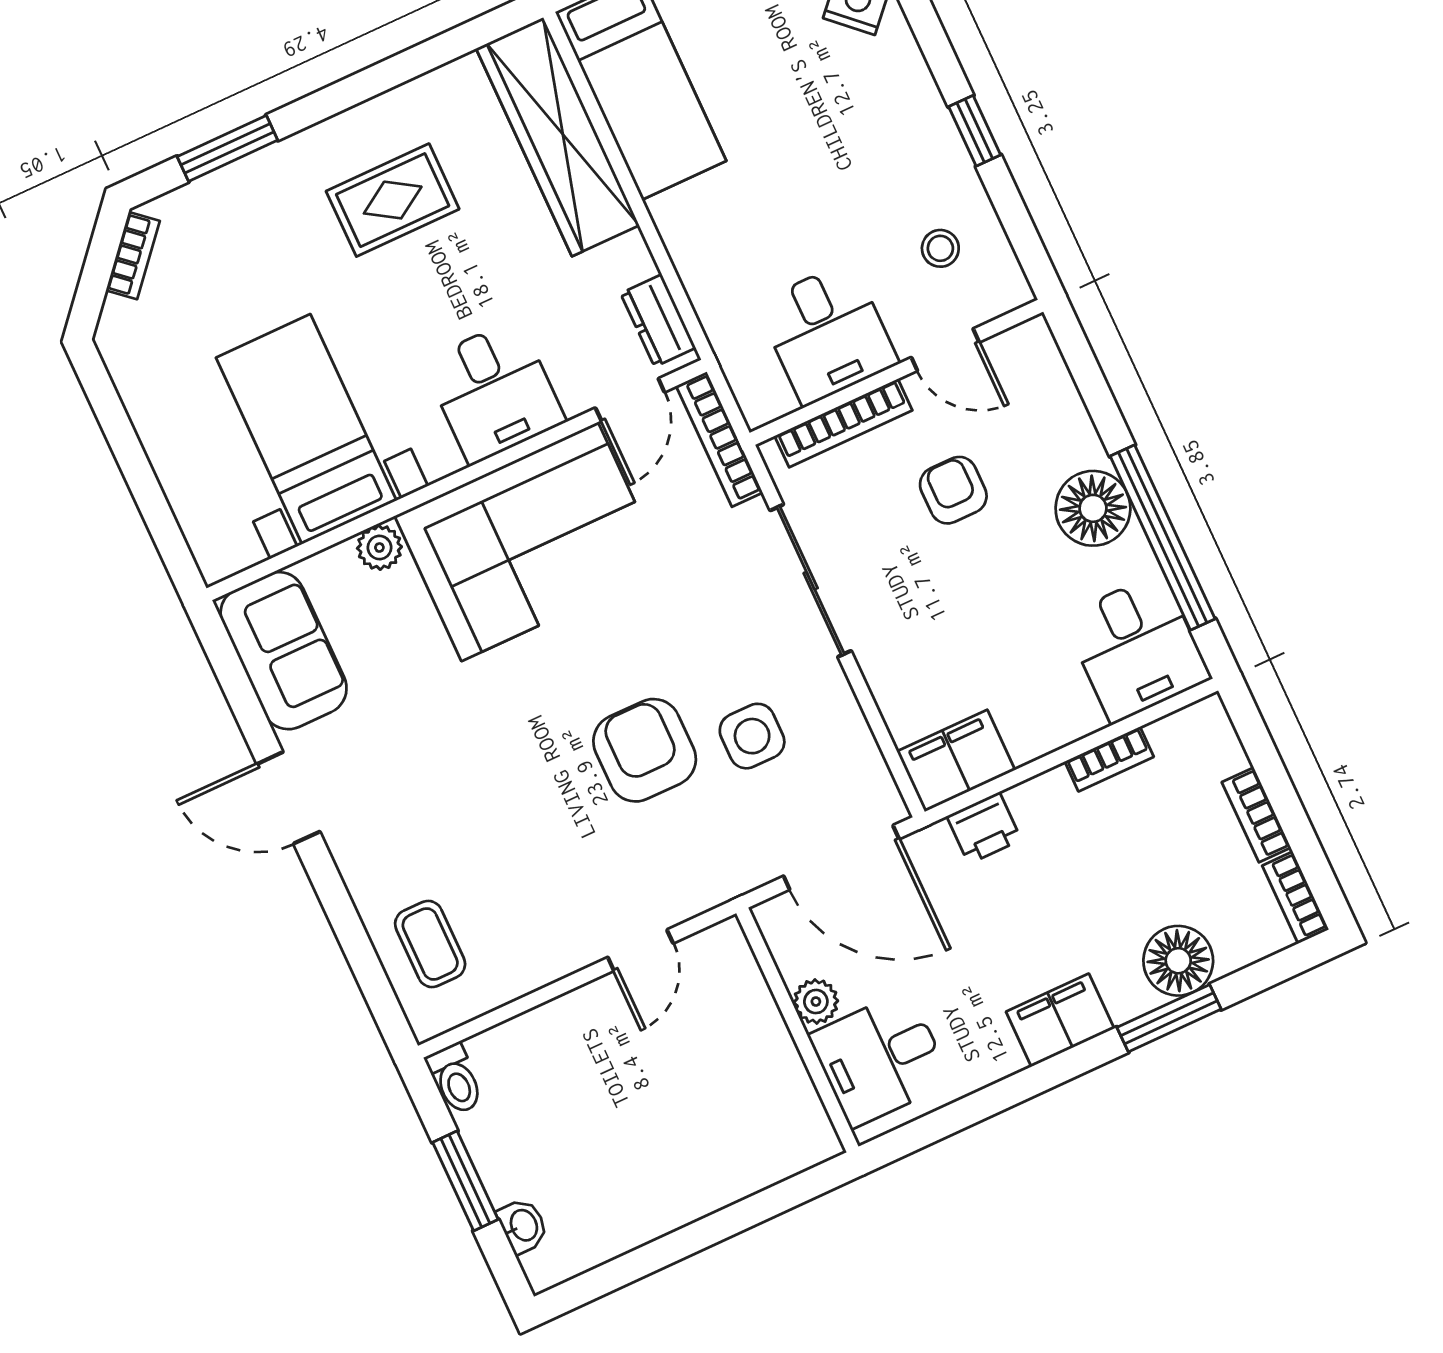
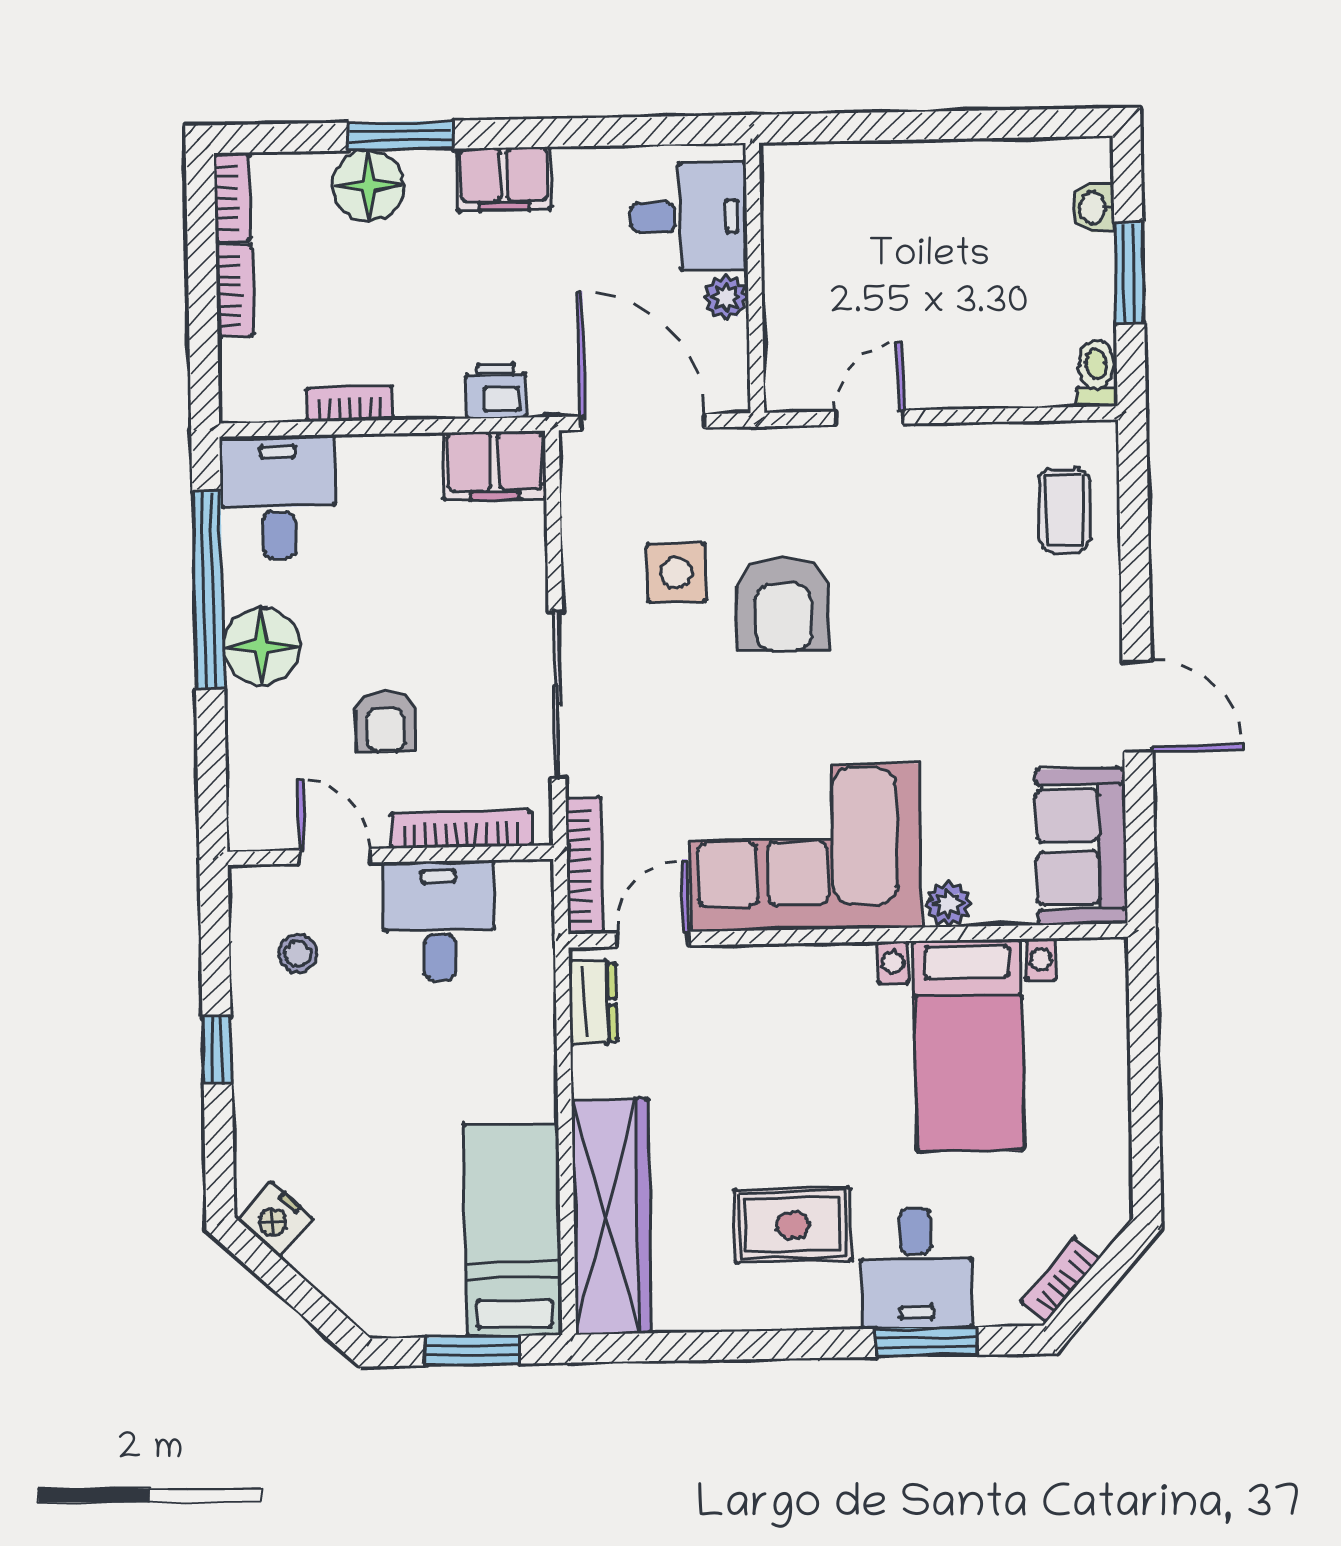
desk: (494, 391) -> (916, 1268), moved, turned 180

